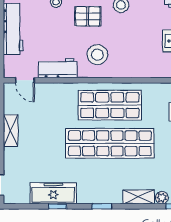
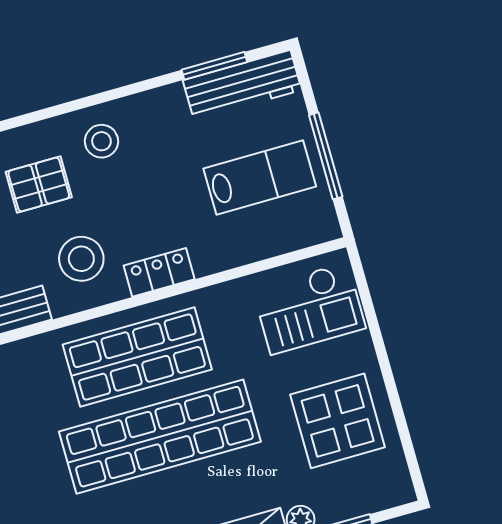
locker: (130, 70) -> (159, 272), added

